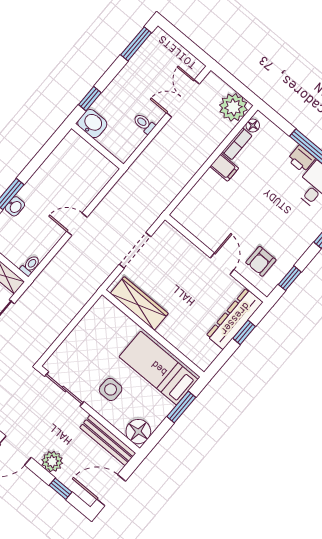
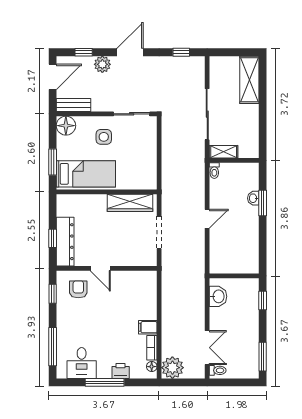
washbasin: (92, 124) -> (218, 296), moved, turned -90
toilet: (144, 124) -> (218, 370), moved
printer: (301, 159) -> (121, 371), moved
bench: (108, 440) -> (73, 105), width x0.73

